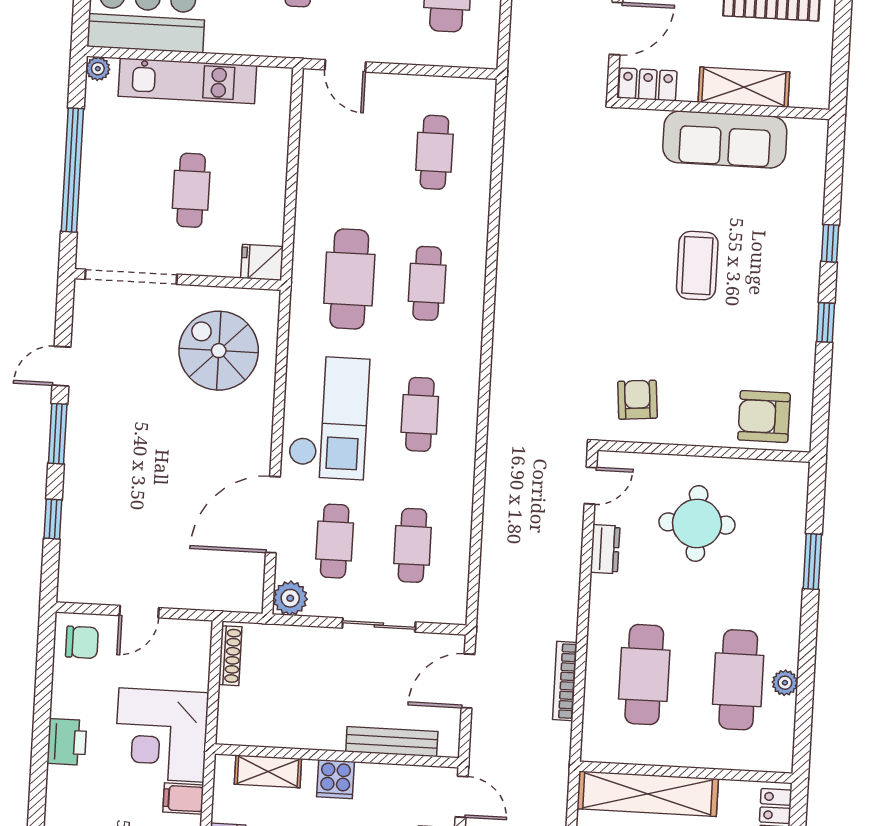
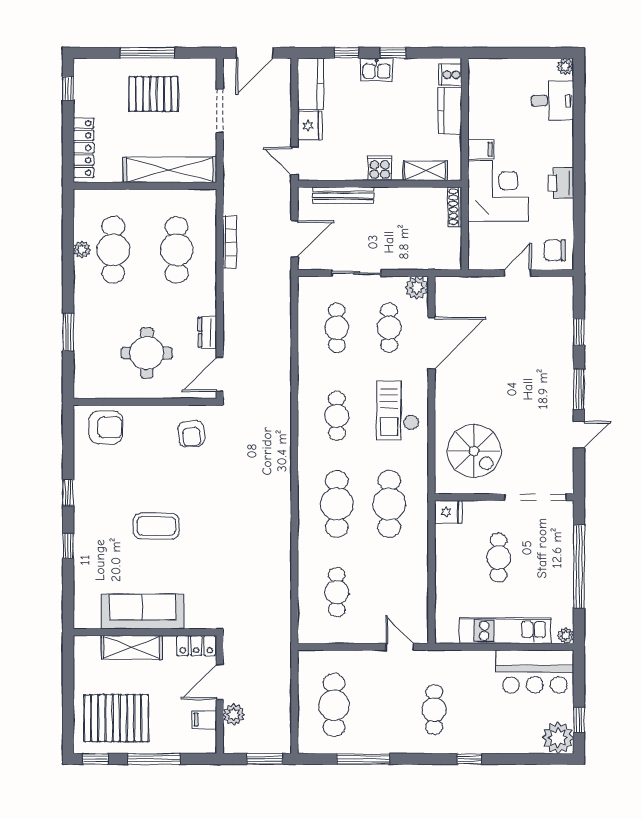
coffee table: (697, 266) -> (156, 526), turned 90
cafe table: (427, 283) -> (337, 504), width x1.37, depth x1.35
checkout: (329, 417) -> (398, 410), width x0.73, depth x0.83
door: (590, 486) -> (220, 374), width x1.38
shoe rack: (230, 656) -> (455, 207), moved

